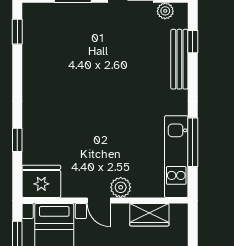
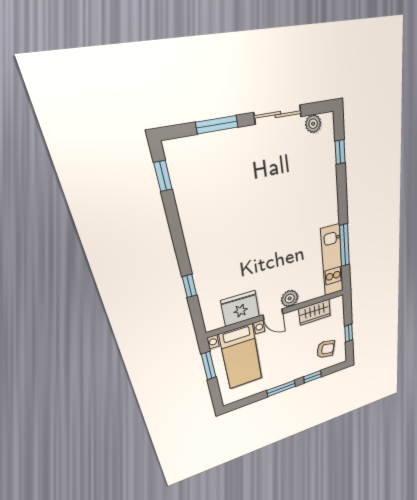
bench: (179, 59) -> (329, 172), removed
fridge: (41, 181) -> (240, 309), moved

